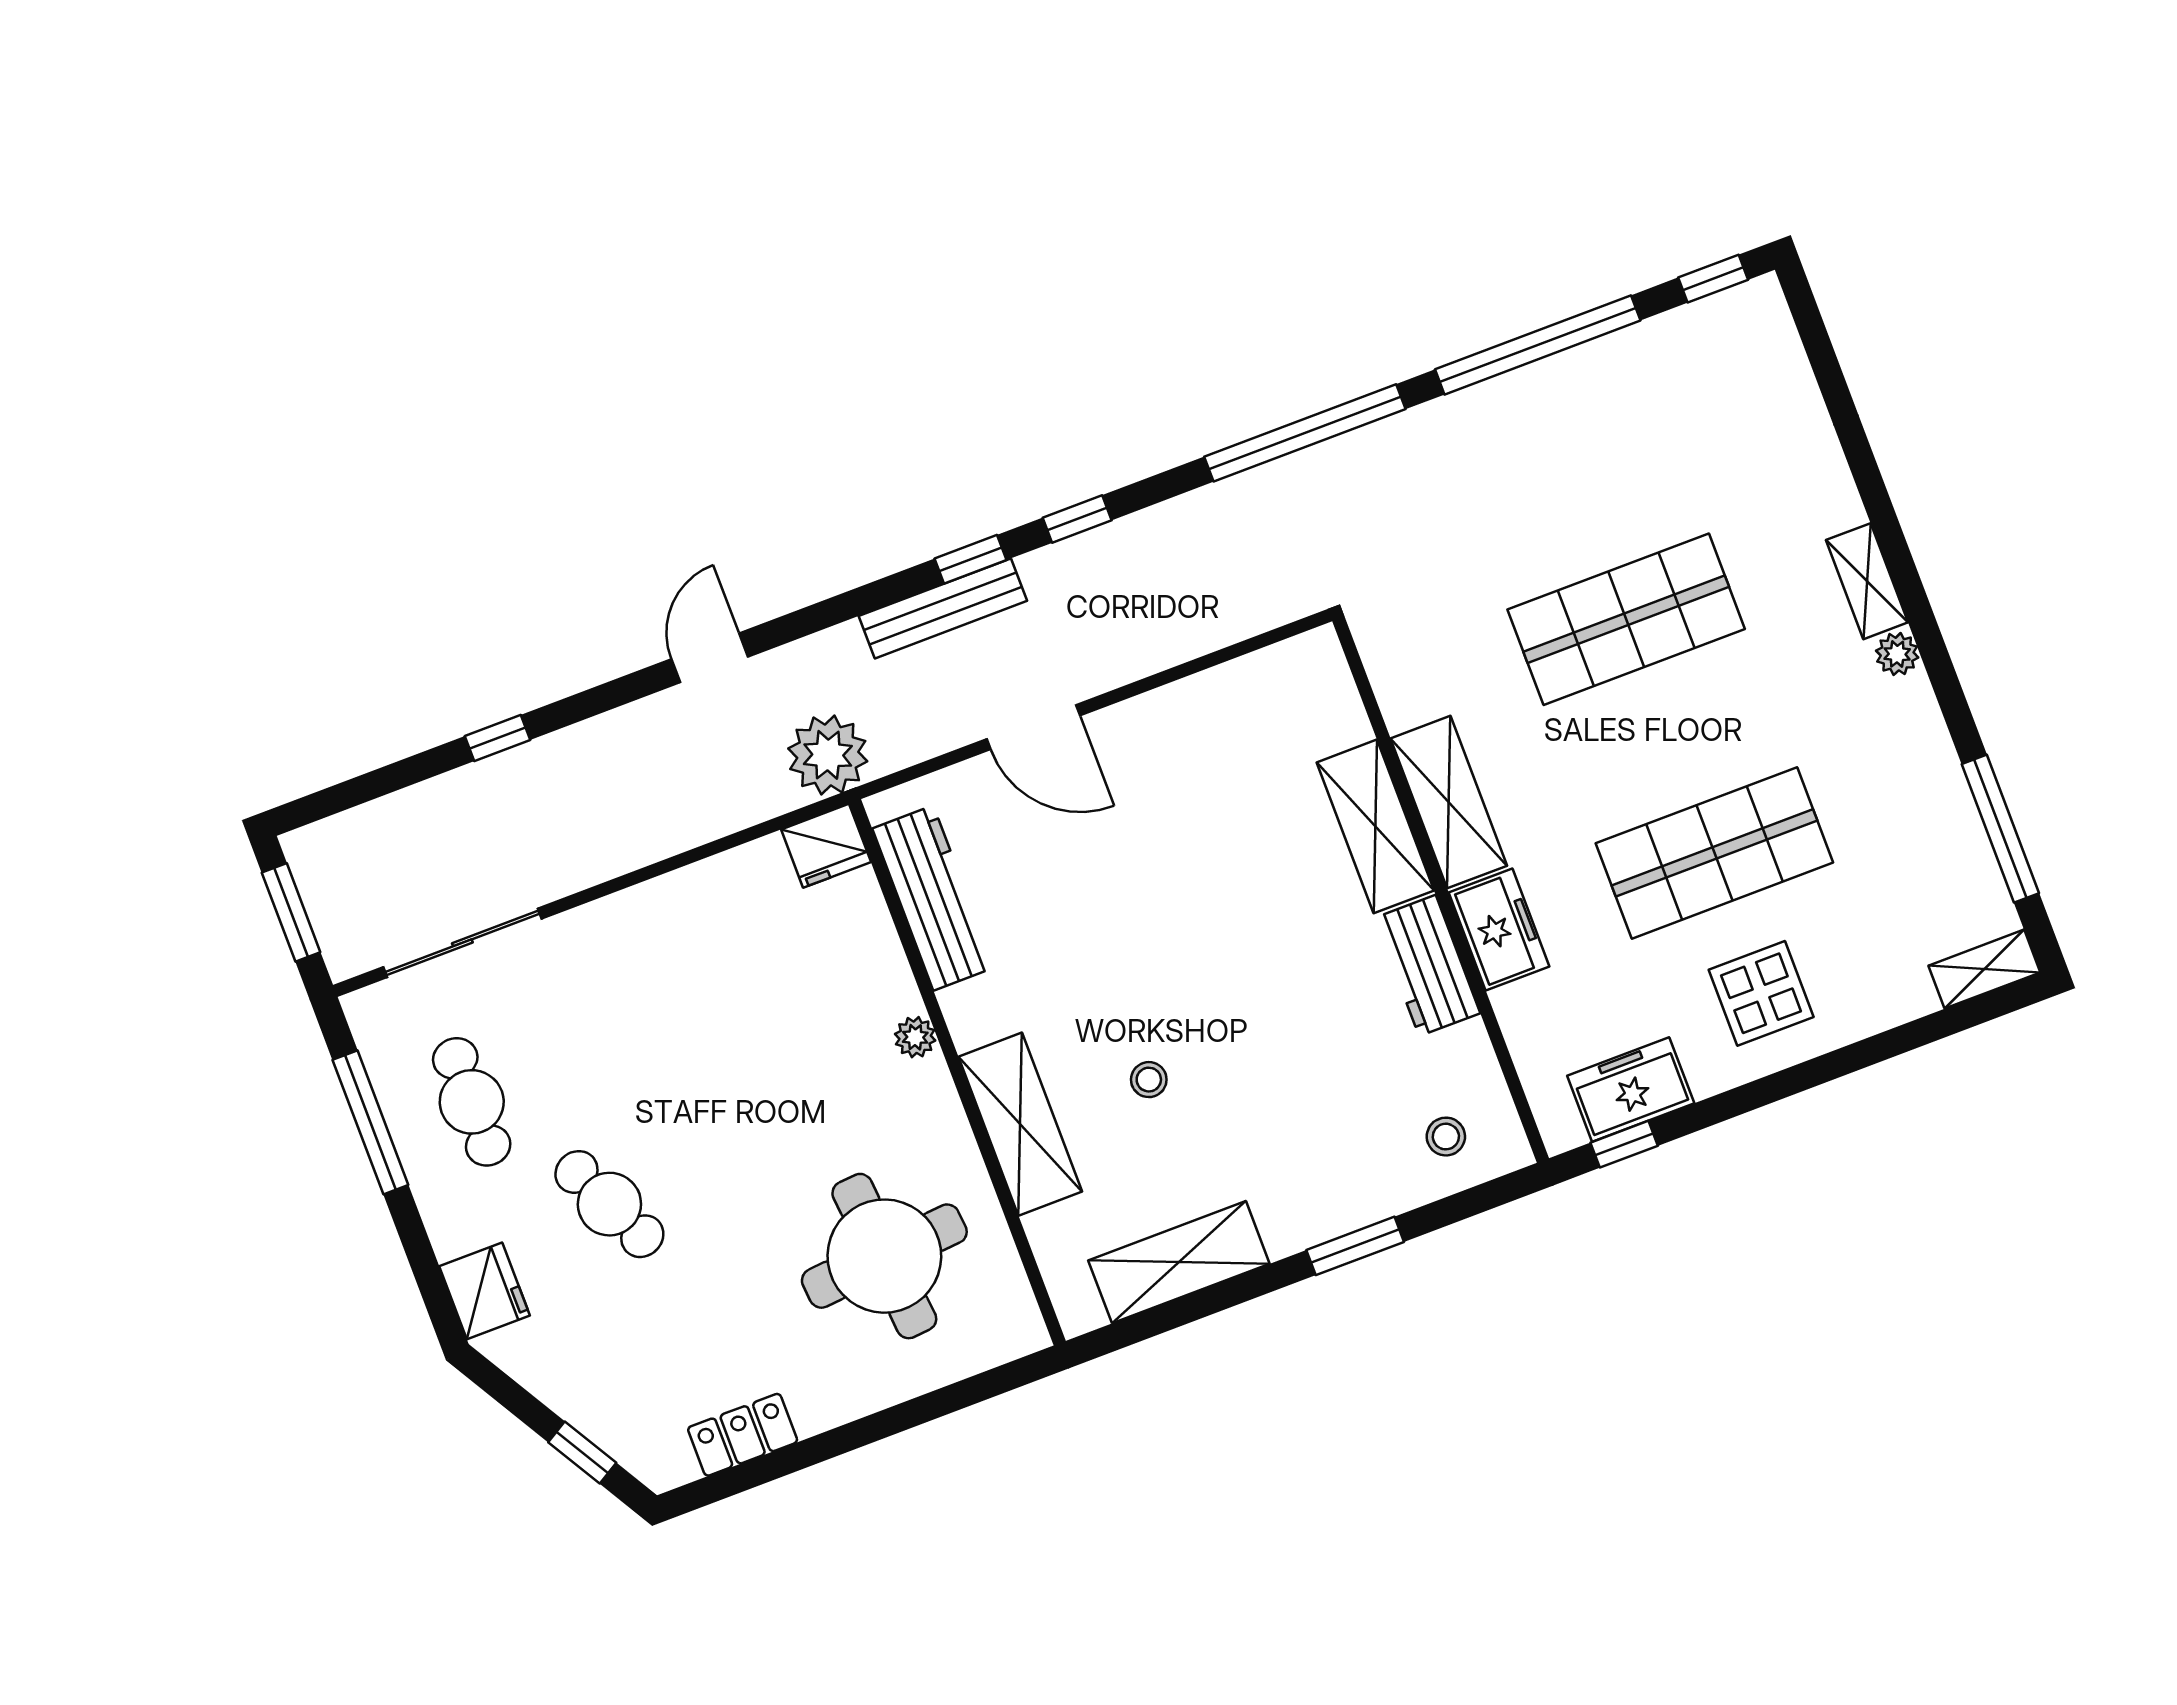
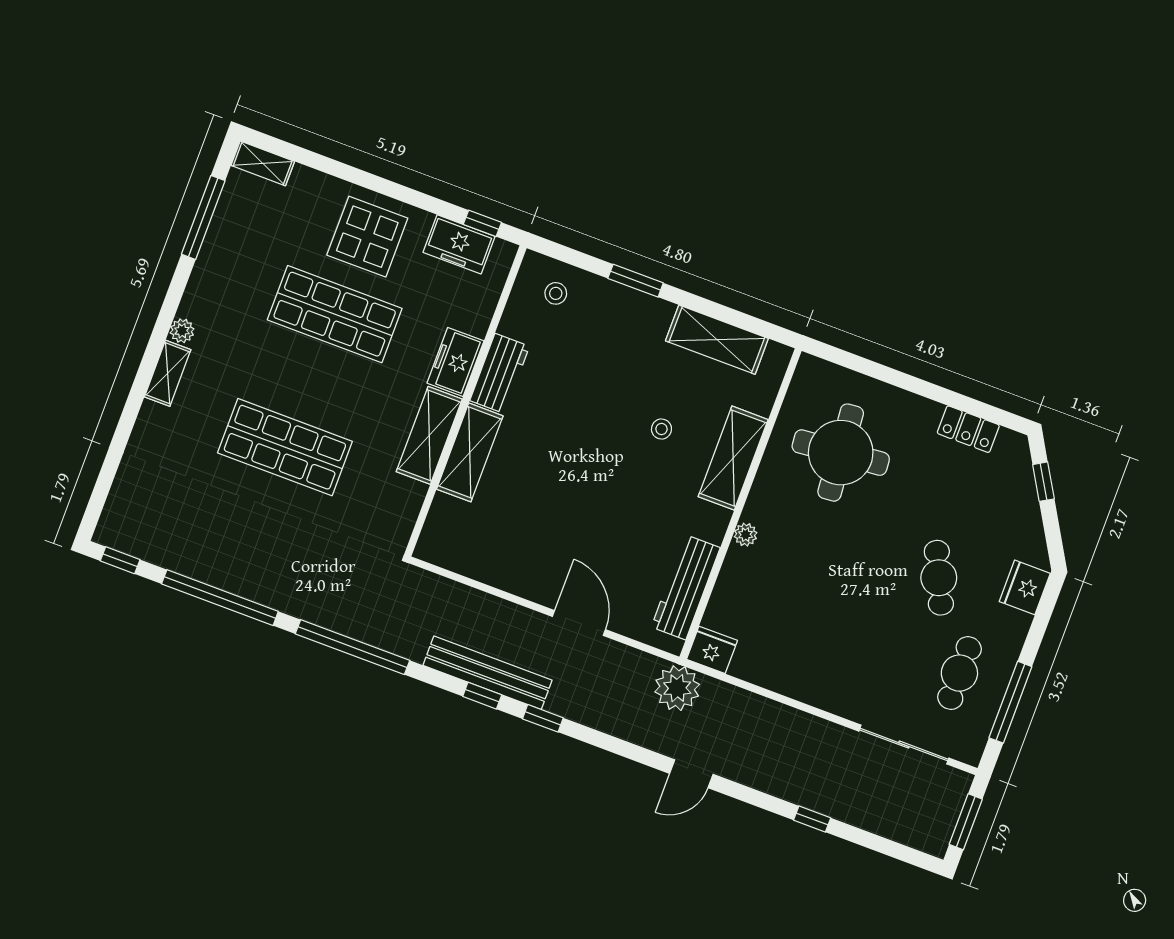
bench: (943, 608) -> (488, 673), moved, width x1.37, depth x1.21
display table: (1761, 993) -> (367, 237), width x1.36, depth x1.36

